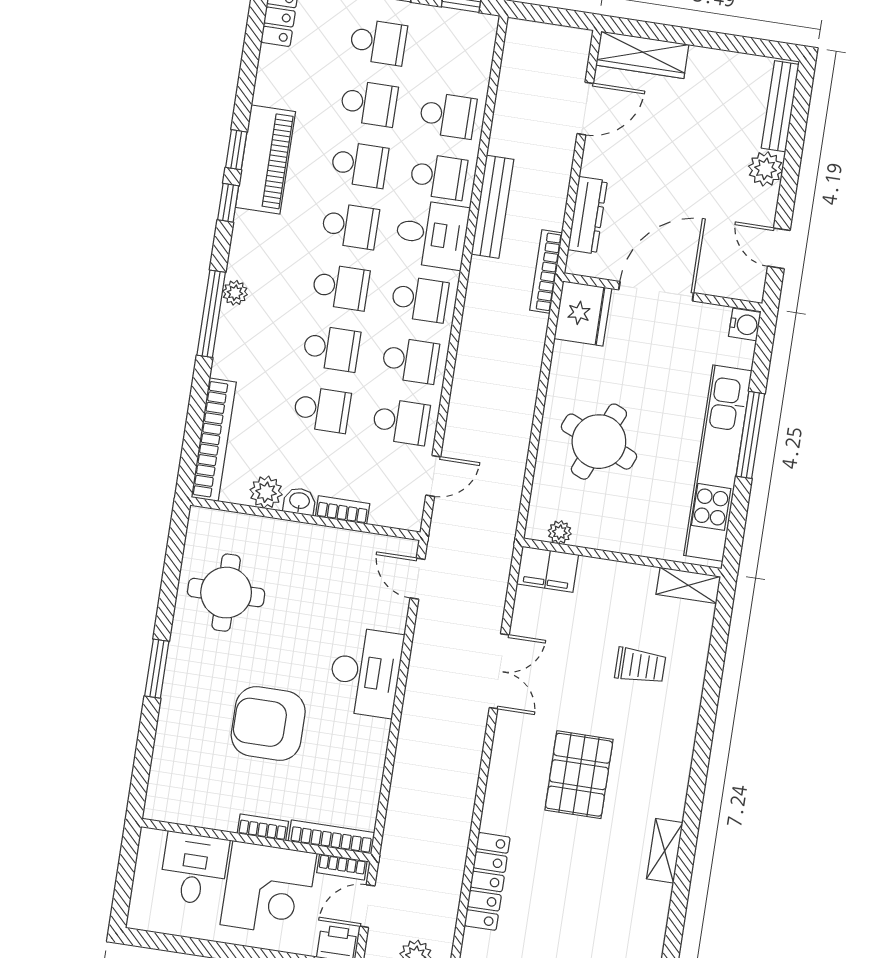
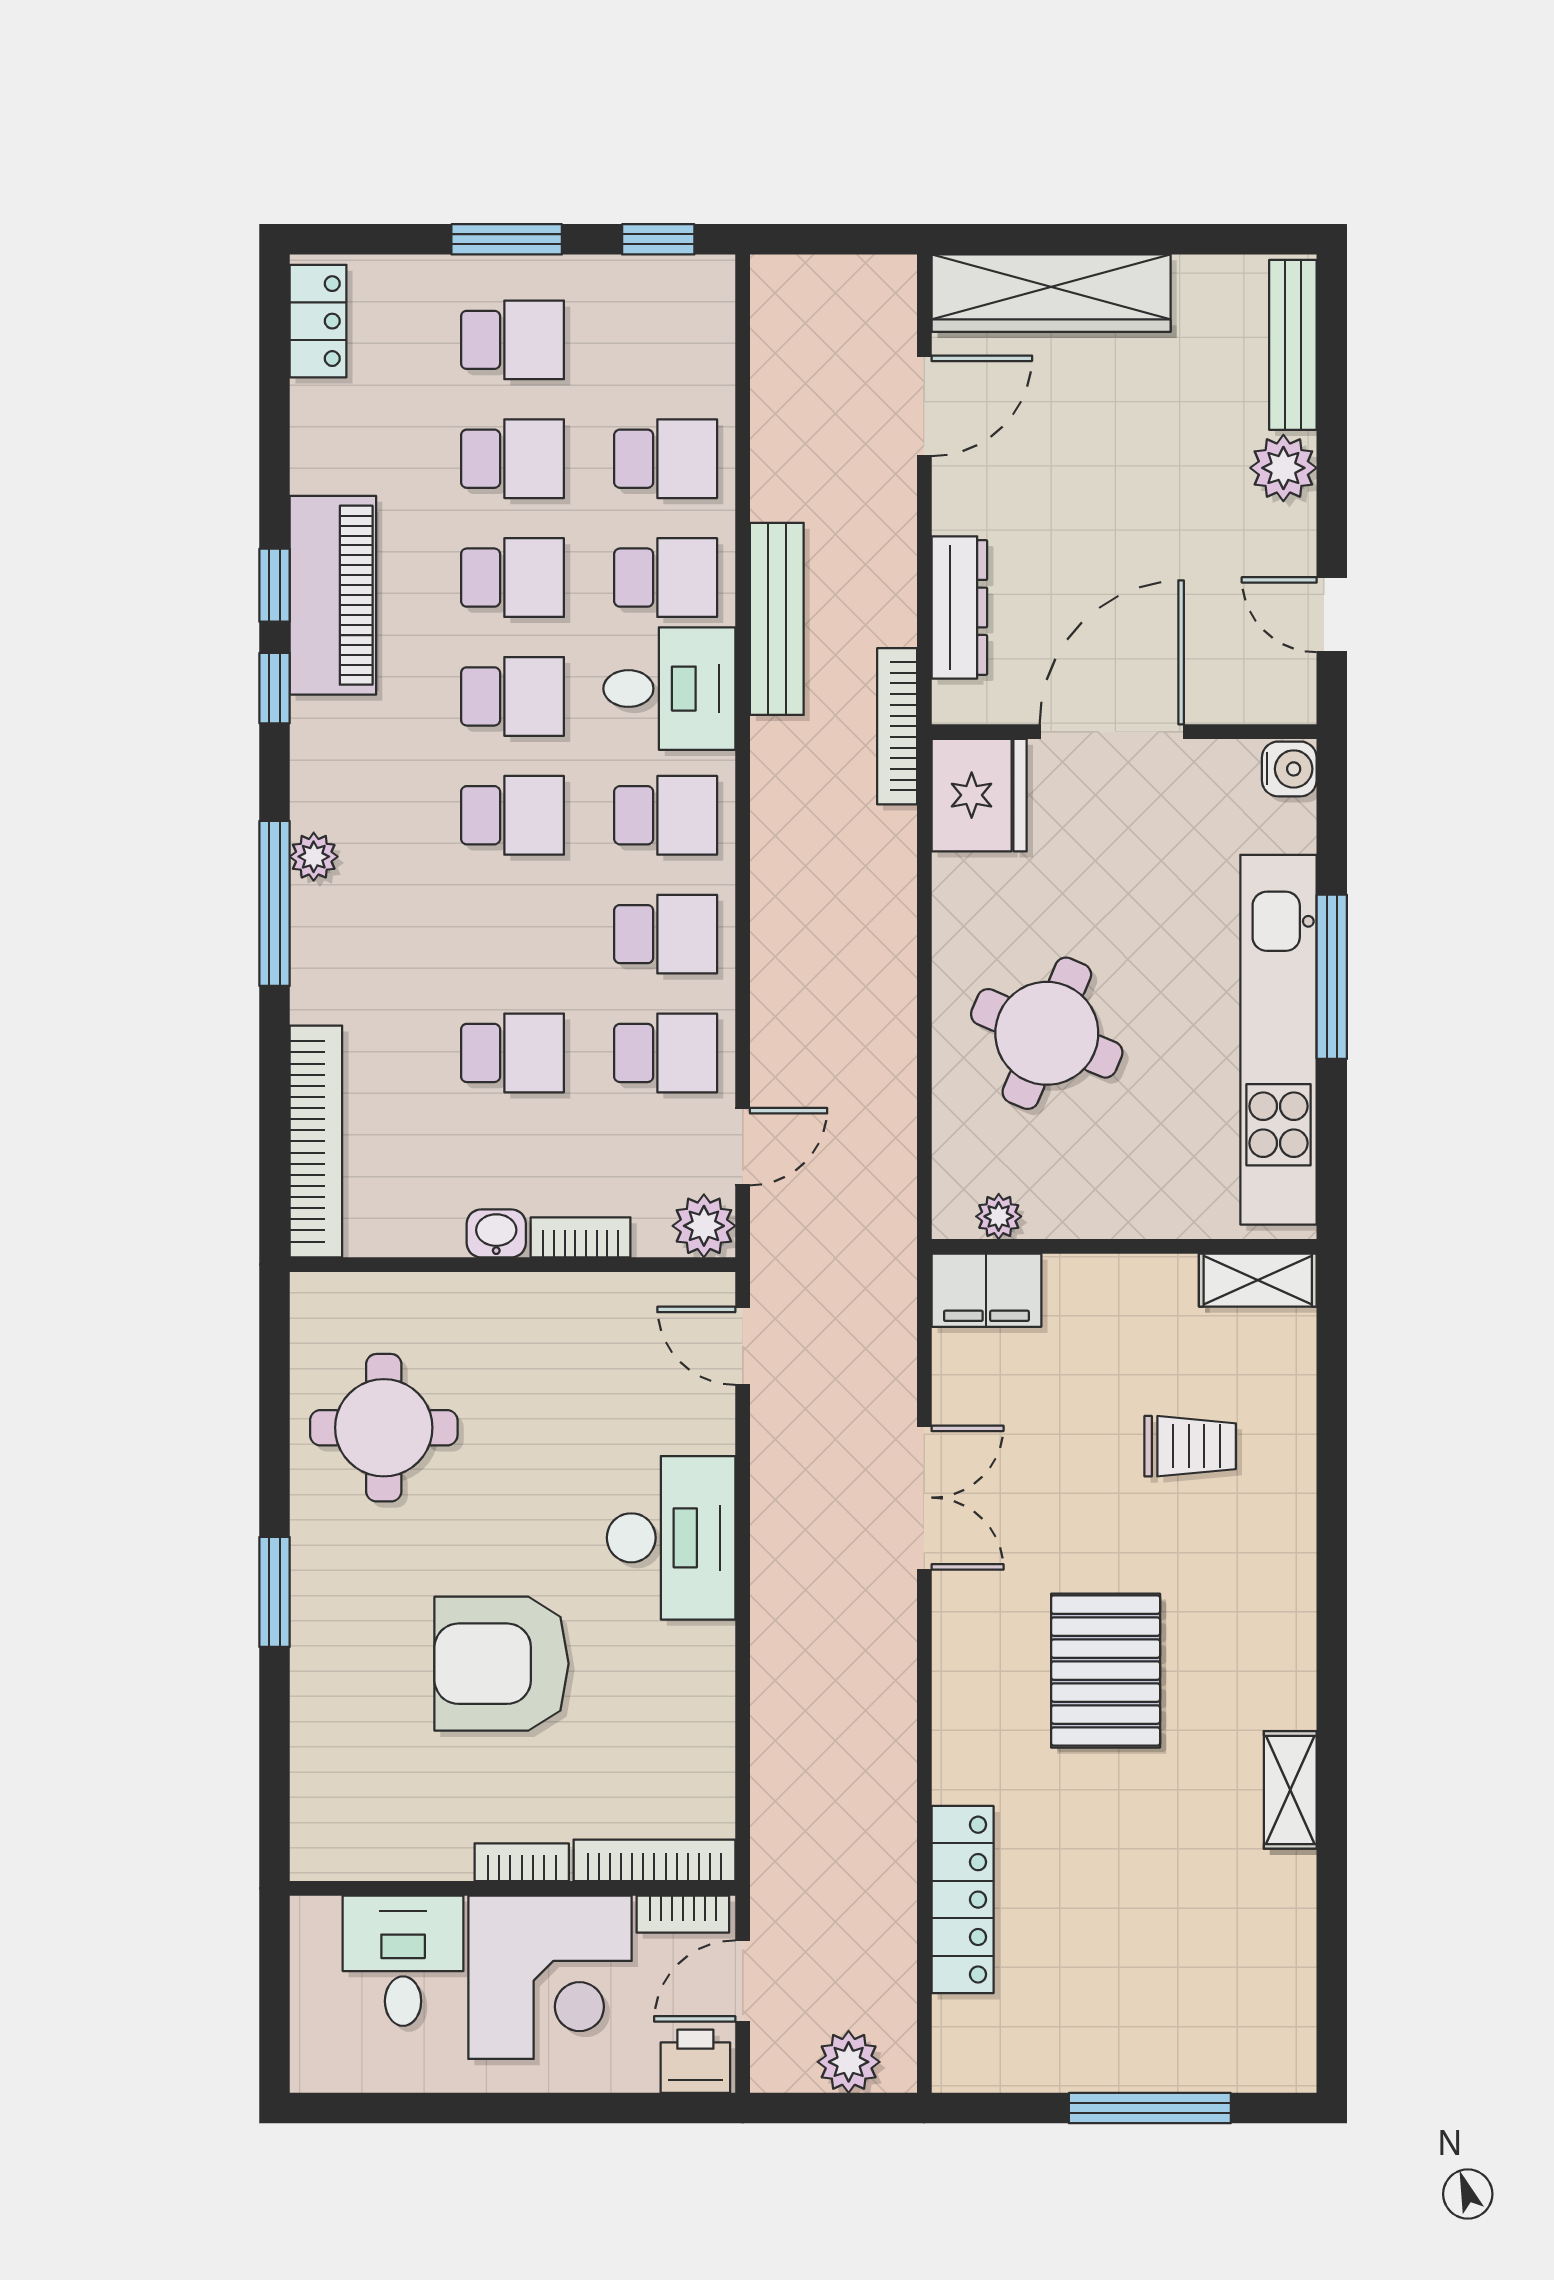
wardrobe: (642, 55) -> (1051, 293), width x1.40, depth x1.17
school desk: (331, 348) -> (512, 934), removed
plant: (266, 492) -> (704, 1226), moved

